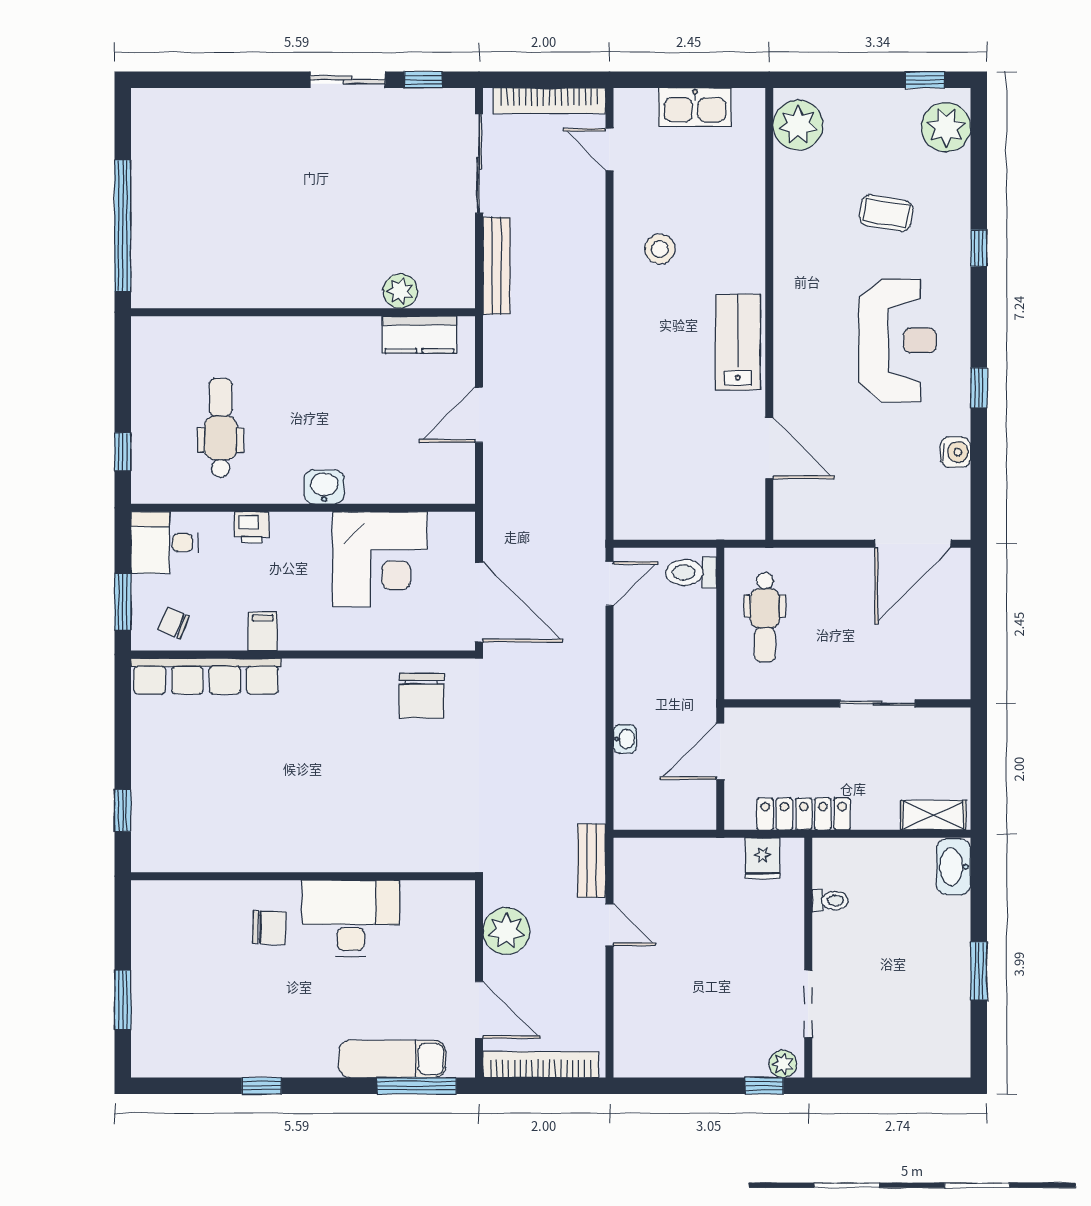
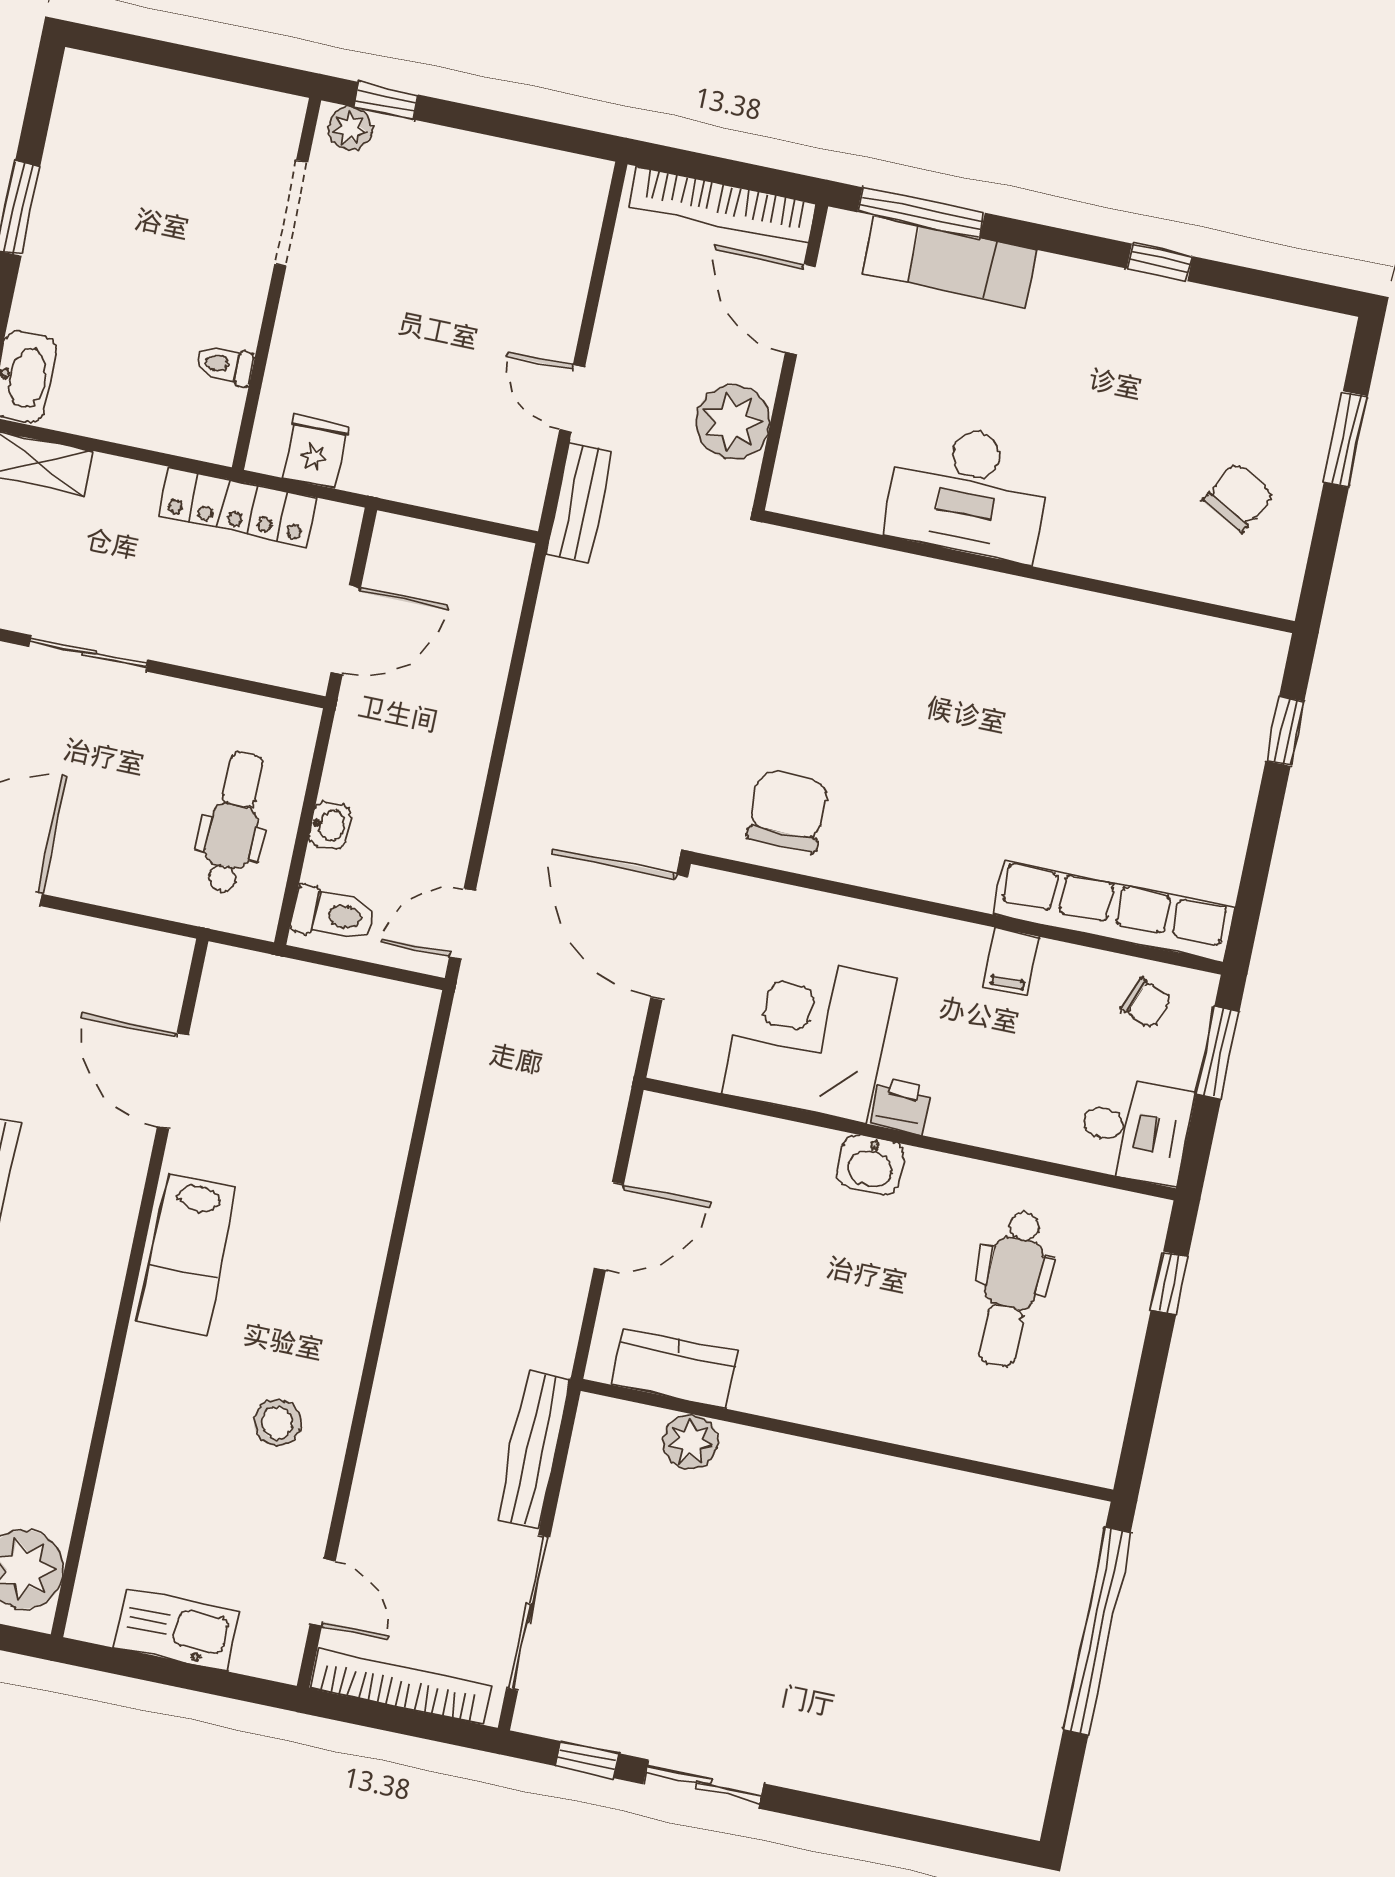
printer: (252, 527) -> (901, 1106), moved
washbasin: (625, 739) -> (330, 825), moved, turned 180
chair: (269, 928) -> (1239, 497), moved, turned 116

